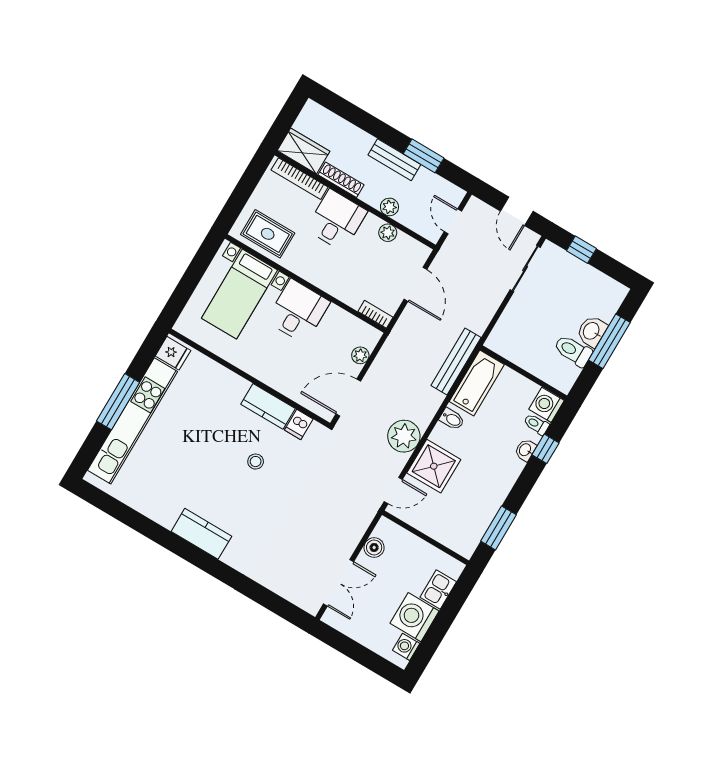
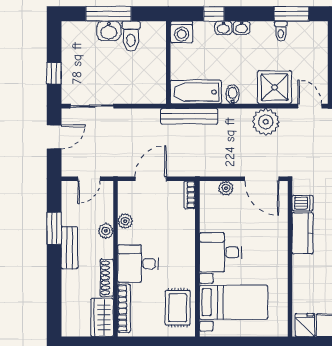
toilet: (536, 424) -> (281, 31), moved
washbasin: (514, 469) -> (242, 28), added

